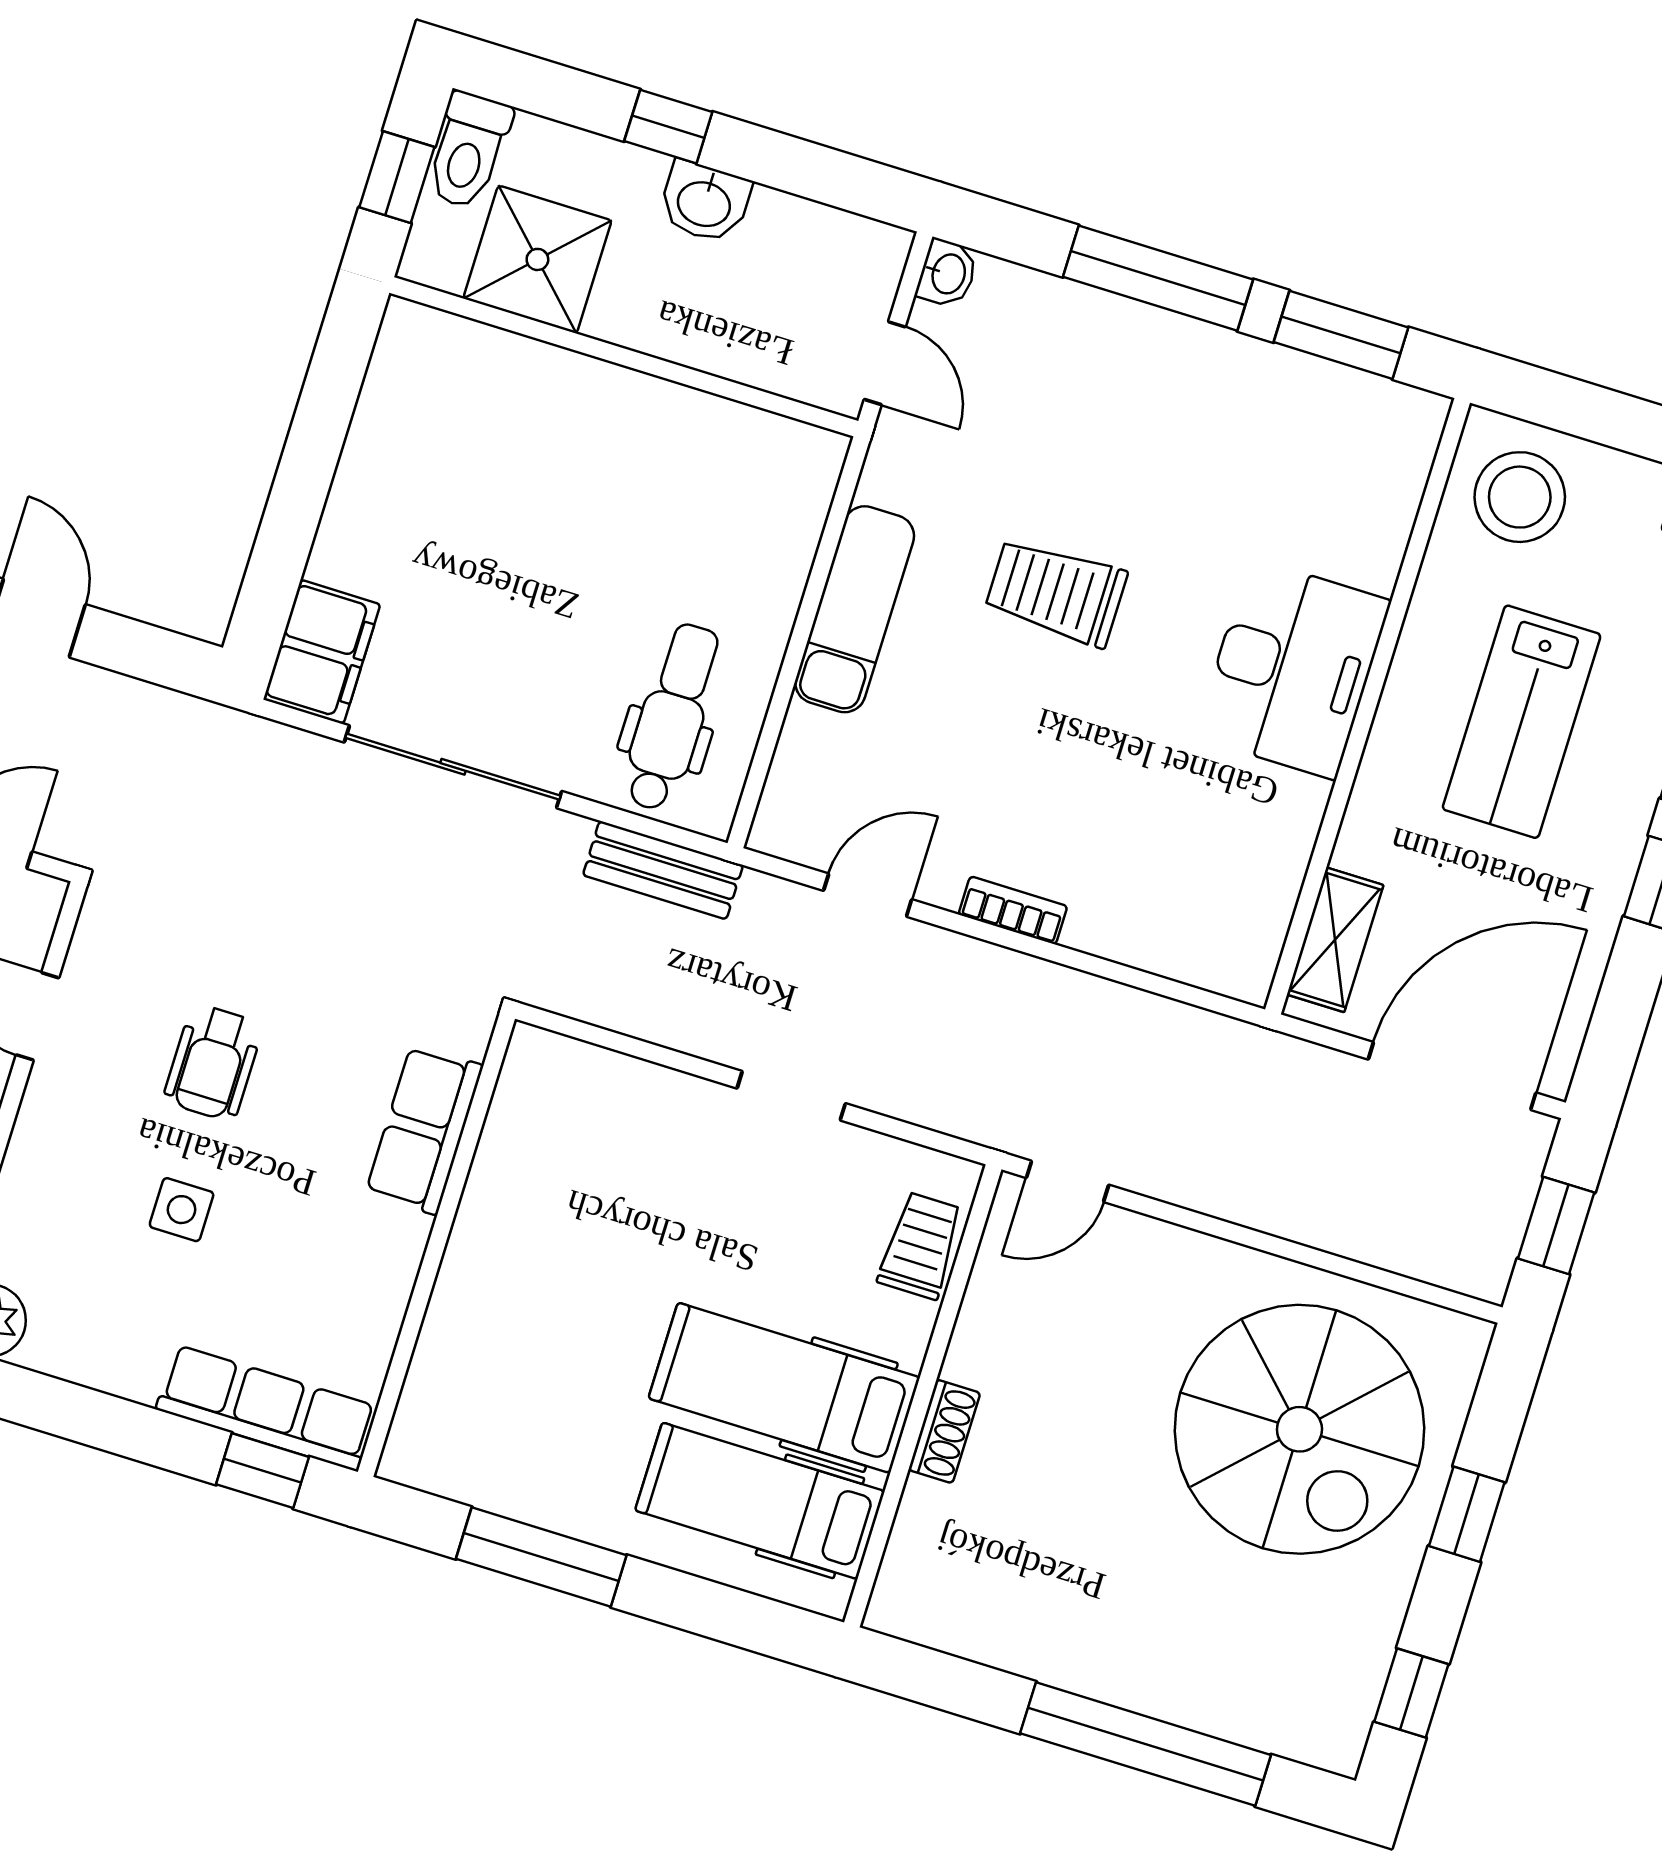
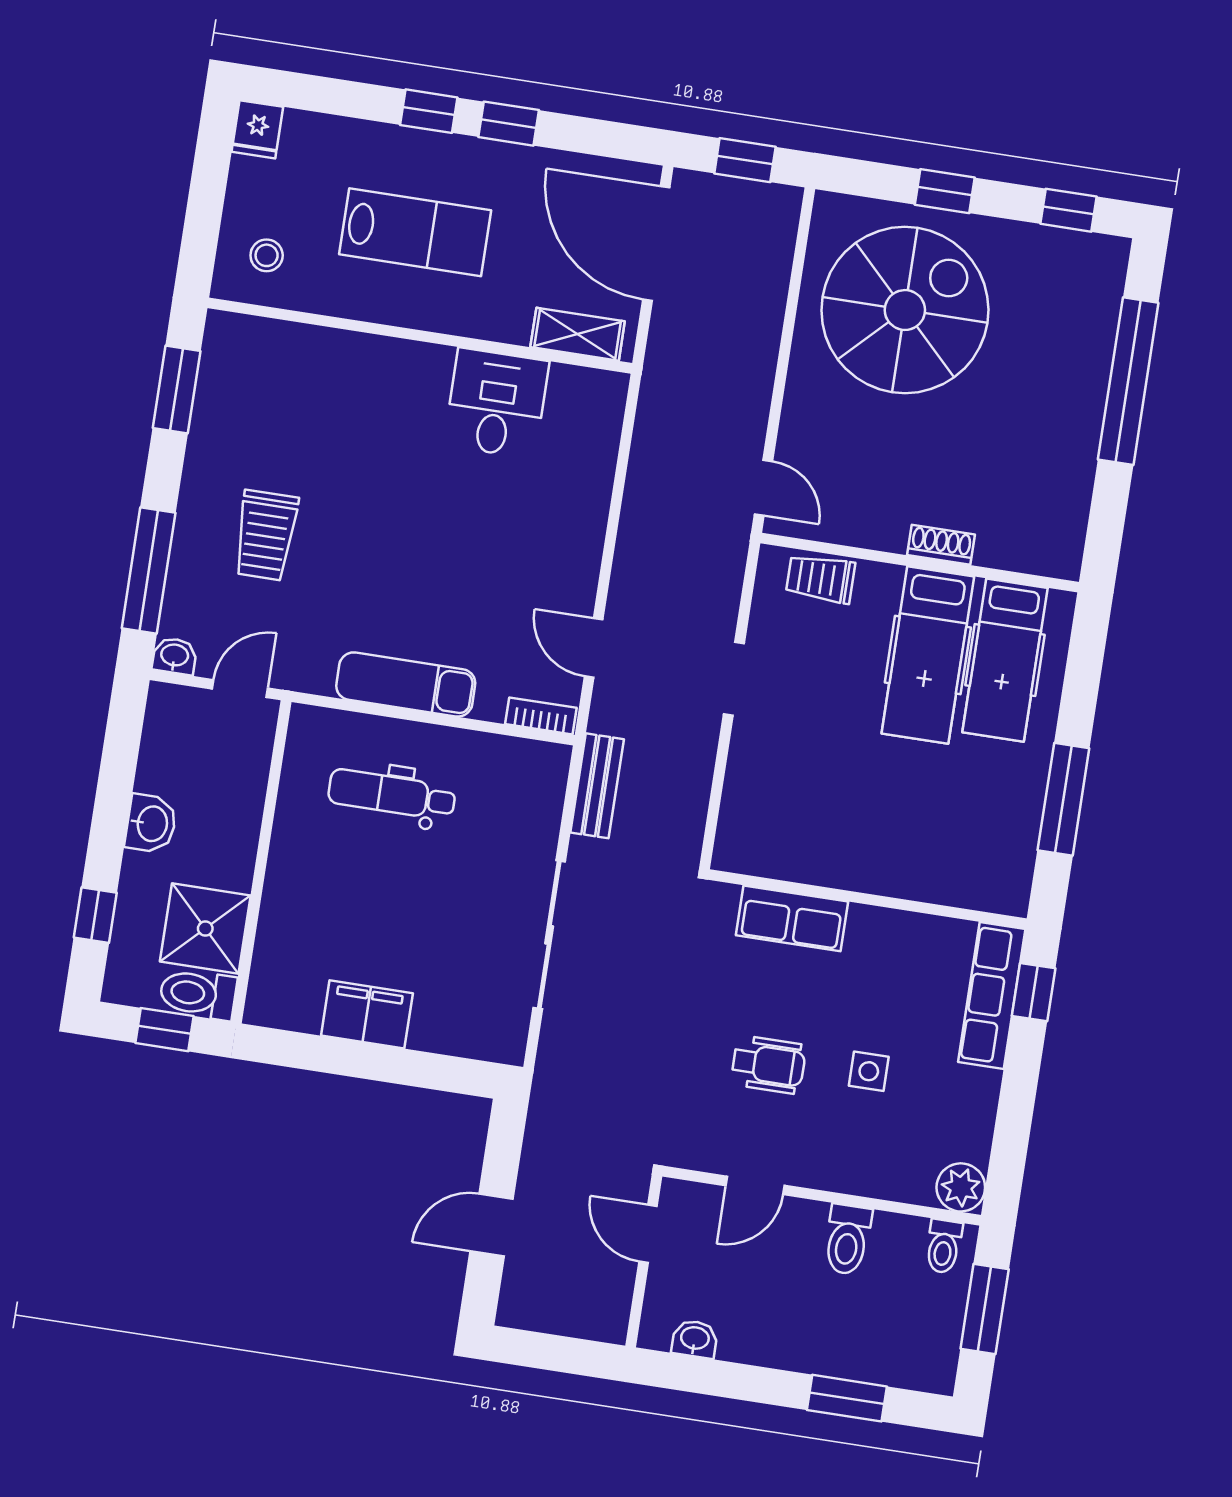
window: (668, 127) -> (95, 915), moved
toilet: (468, 150) -> (198, 994), moved, turned 180
window: (1158, 278) -> (149, 571), moved
stool: (1520, 497) -> (267, 255), width x0.53, depth x0.53
trolley: (1056, 592) -> (266, 535), moved
filing cabinet: (322, 652) -> (367, 1014), moved
desk: (1293, 669) -> (496, 403), moved, width x0.73
dental chair: (672, 717) -> (392, 794), moved
bookcase: (1013, 910) -> (541, 716), moved, turned 90

